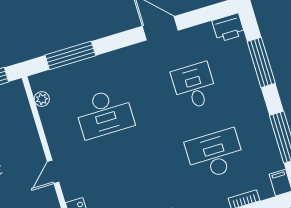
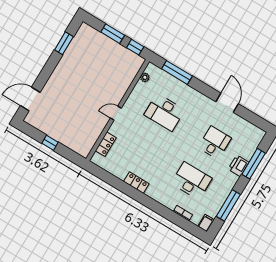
printer: (228, 28) -> (238, 166), moved, turned 90

